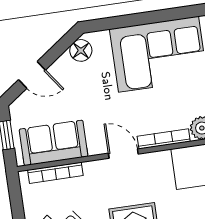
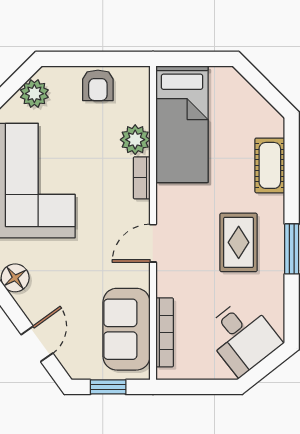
bookcase: (164, 139) -> (142, 178), width x0.64

